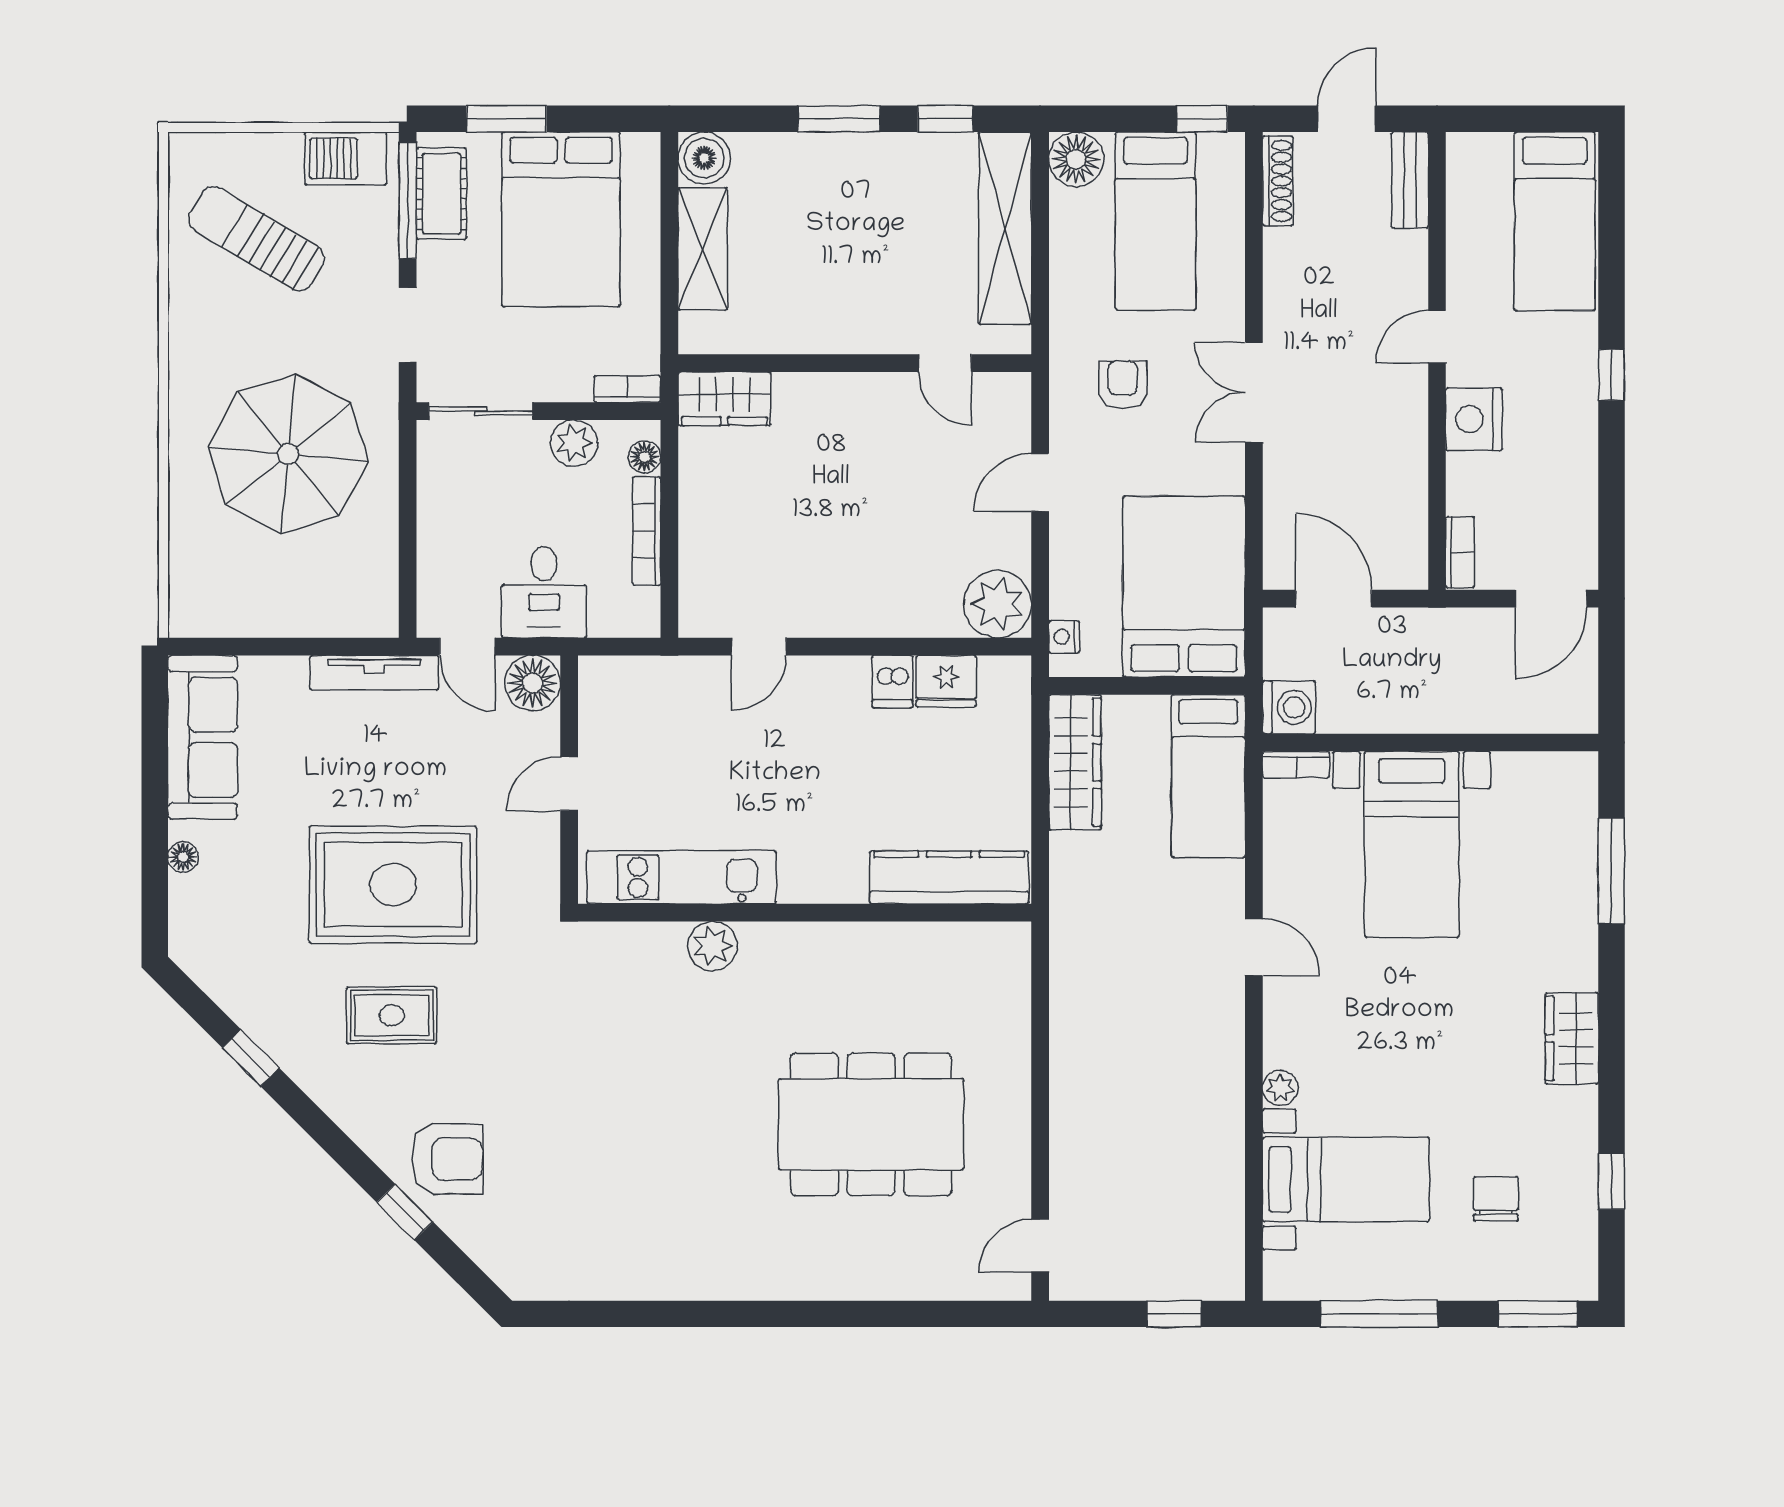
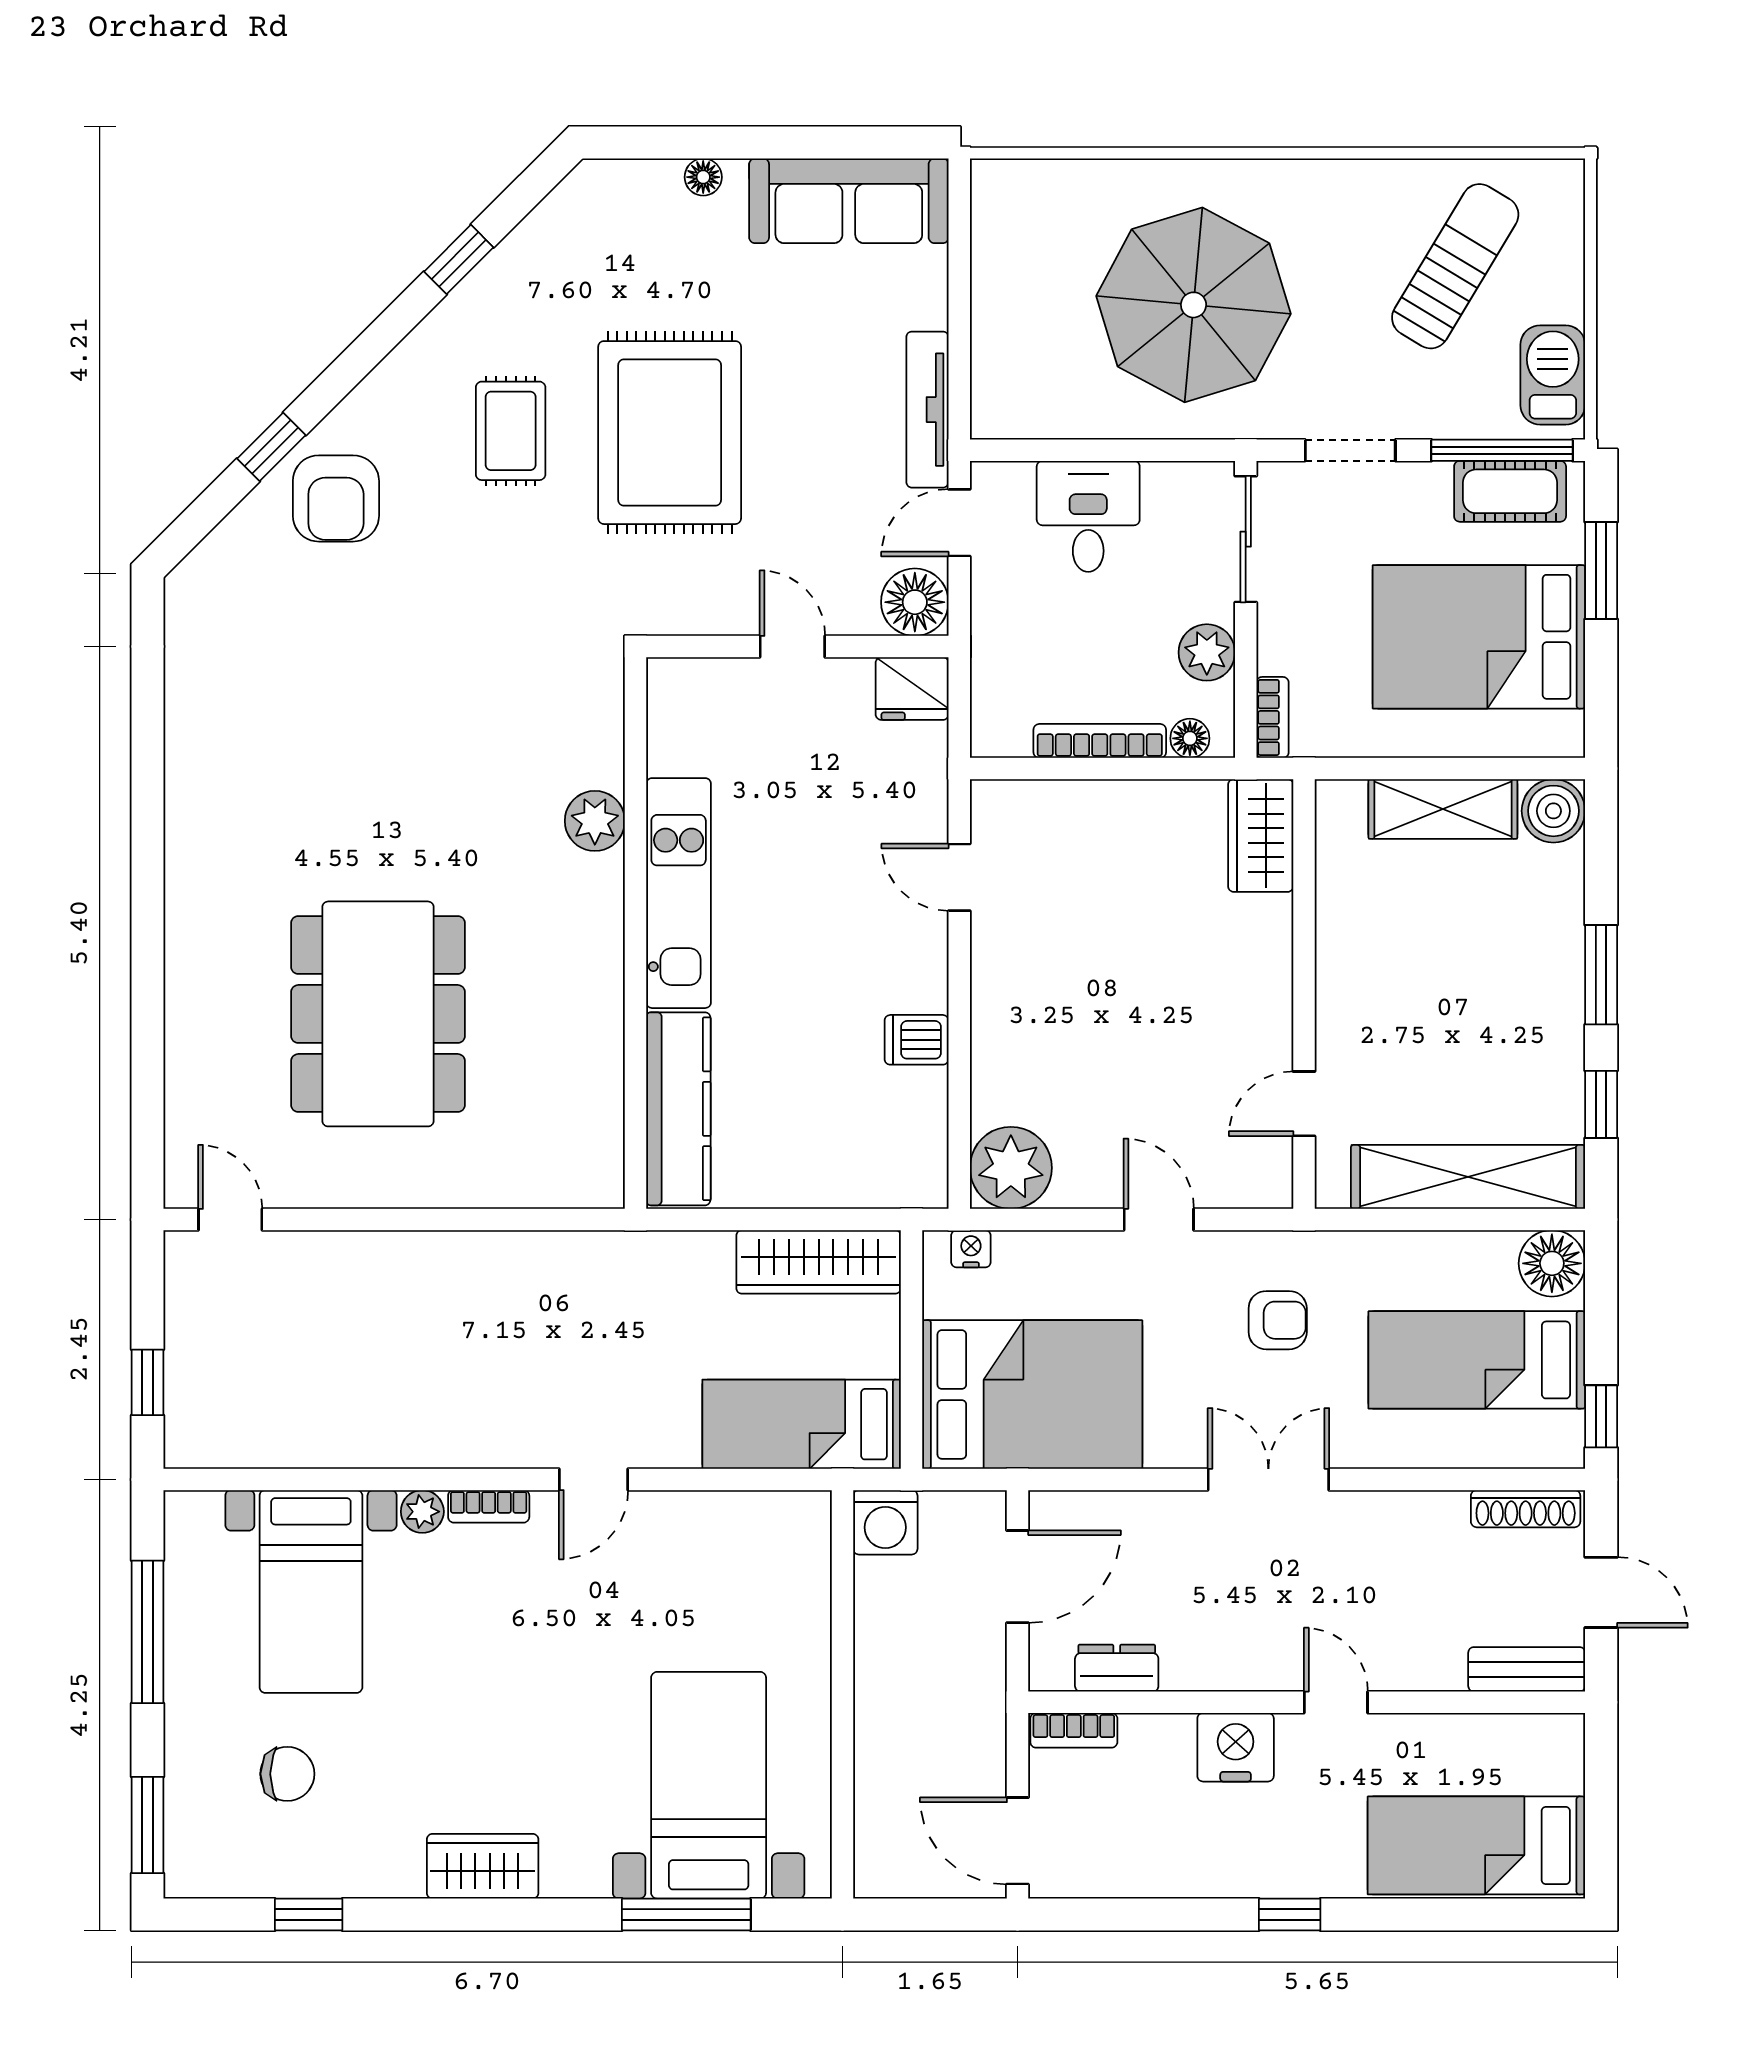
dresser: (1409, 517) -> (1117, 1668), added
desk: (544, 592) -> (1088, 516), moved, turned 90
fridge: (946, 681) -> (912, 689), moved, turned -90
bookcase: (1296, 765) -> (489, 1506), moved, turned -90
bed with nightstands: (1412, 844) -> (709, 1785), moved, turned 90
kitchen unit: (681, 877) -> (679, 893), moved

